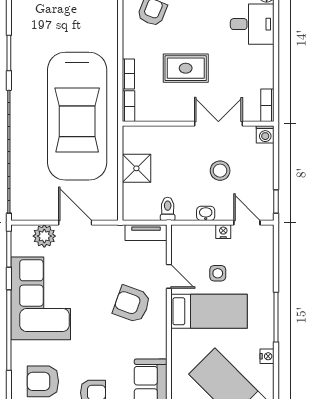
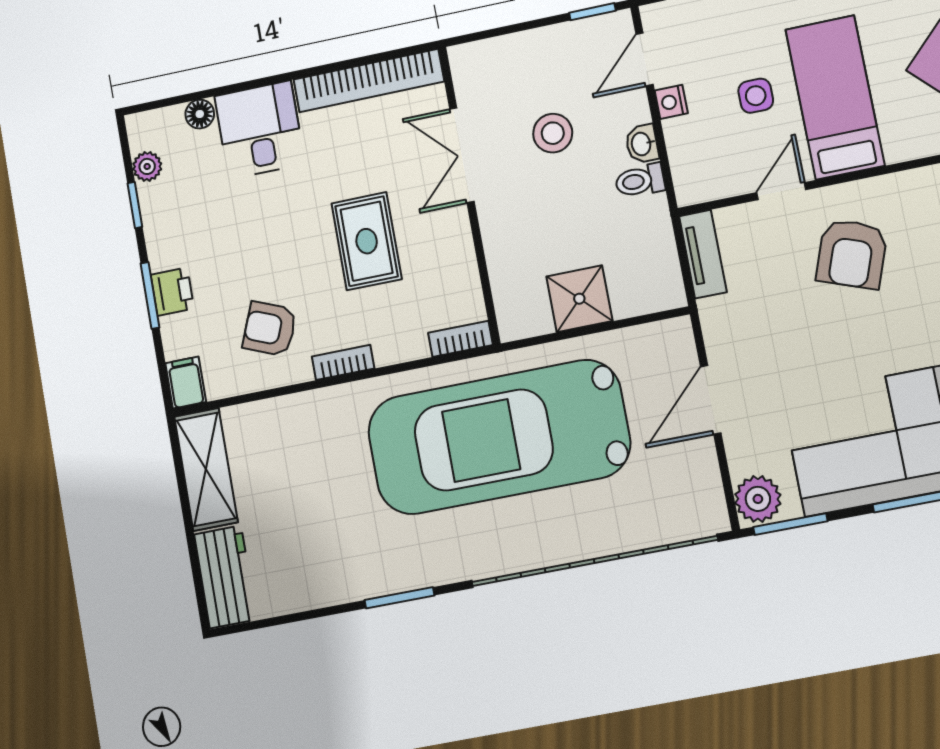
bookcase: (128, 74) -> (343, 362), moved
bookcase: (267, 105) -> (369, 80), width x2.31, depth x1.31
car: (77, 116) -> (499, 437), turned 180
washing machine: (265, 134) -> (466, 60), removed
toilet: (168, 209) -> (640, 181), moved
plant: (44, 236) -> (758, 499), moved

